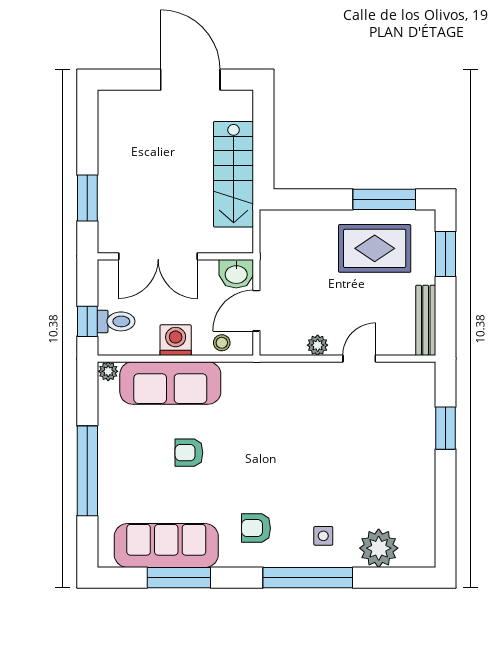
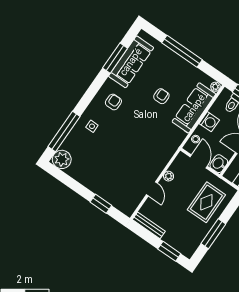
window: (384, 199) -> (213, 234), moved
rug: (375, 248) -> (206, 202), moved
plant: (379, 548) -> (62, 159), moved
window: (308, 578) -> (64, 131), moved

